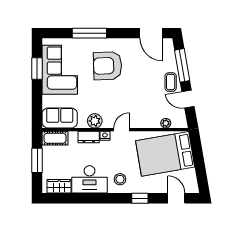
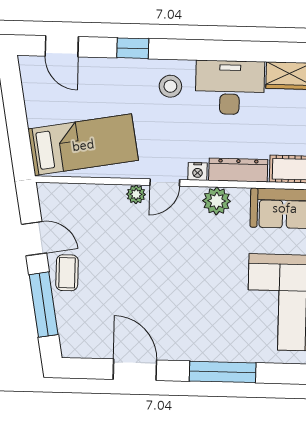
door: (151, 33) -> (135, 370), moved
armchair: (108, 66) -> (189, 308), removed
plant: (166, 123) -> (136, 194), moved
dresser: (89, 137) -> (238, 170), width x1.44
bed: (165, 154) -> (83, 145), width x0.67

